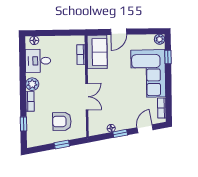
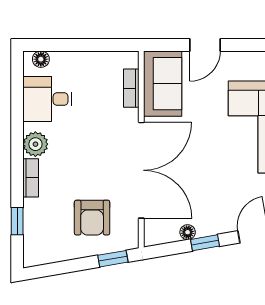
double door: (87, 97) -> (141, 170), width x1.87
armchair: (62, 121) -> (92, 218), turned -90
window: (62, 145) -> (113, 259), moved

